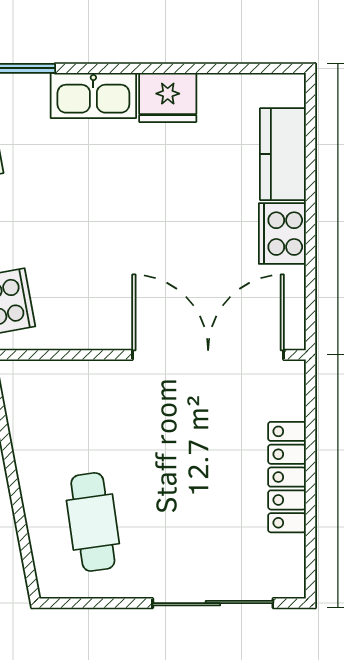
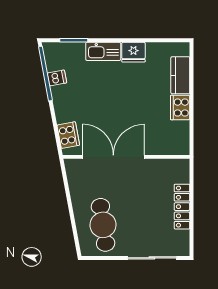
double door: (208, 355) -> (113, 157), moved
cafe table: (93, 522) -> (103, 225), width x1.37, depth x1.35

